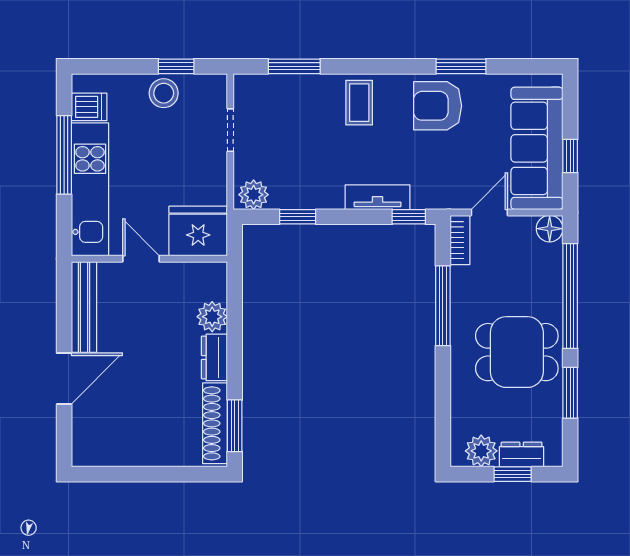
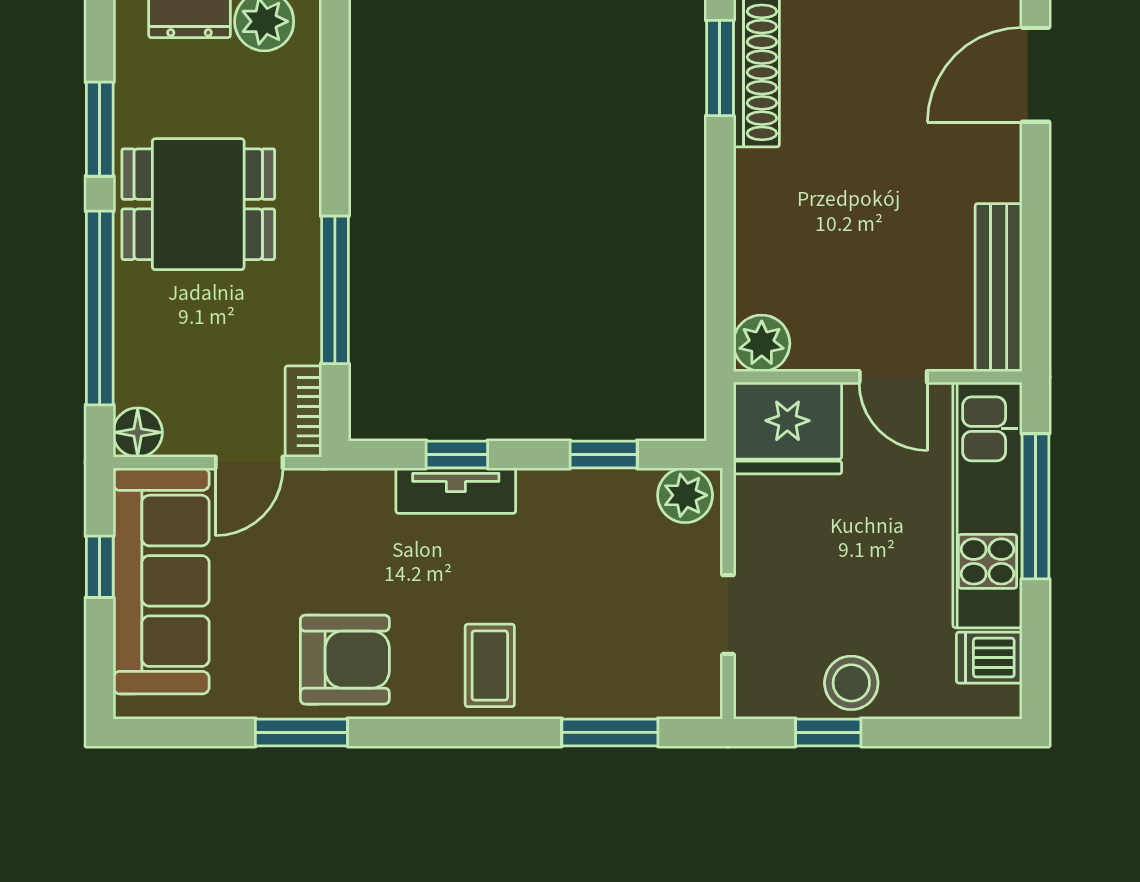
window: (64, 155) -> (1036, 506), moved
window: (409, 217) -> (457, 454), moved
plant: (212, 317) -> (762, 343), moved
dresser: (214, 357) -> (758, 194), removed
door: (64, 379) -> (1036, 75), moved

